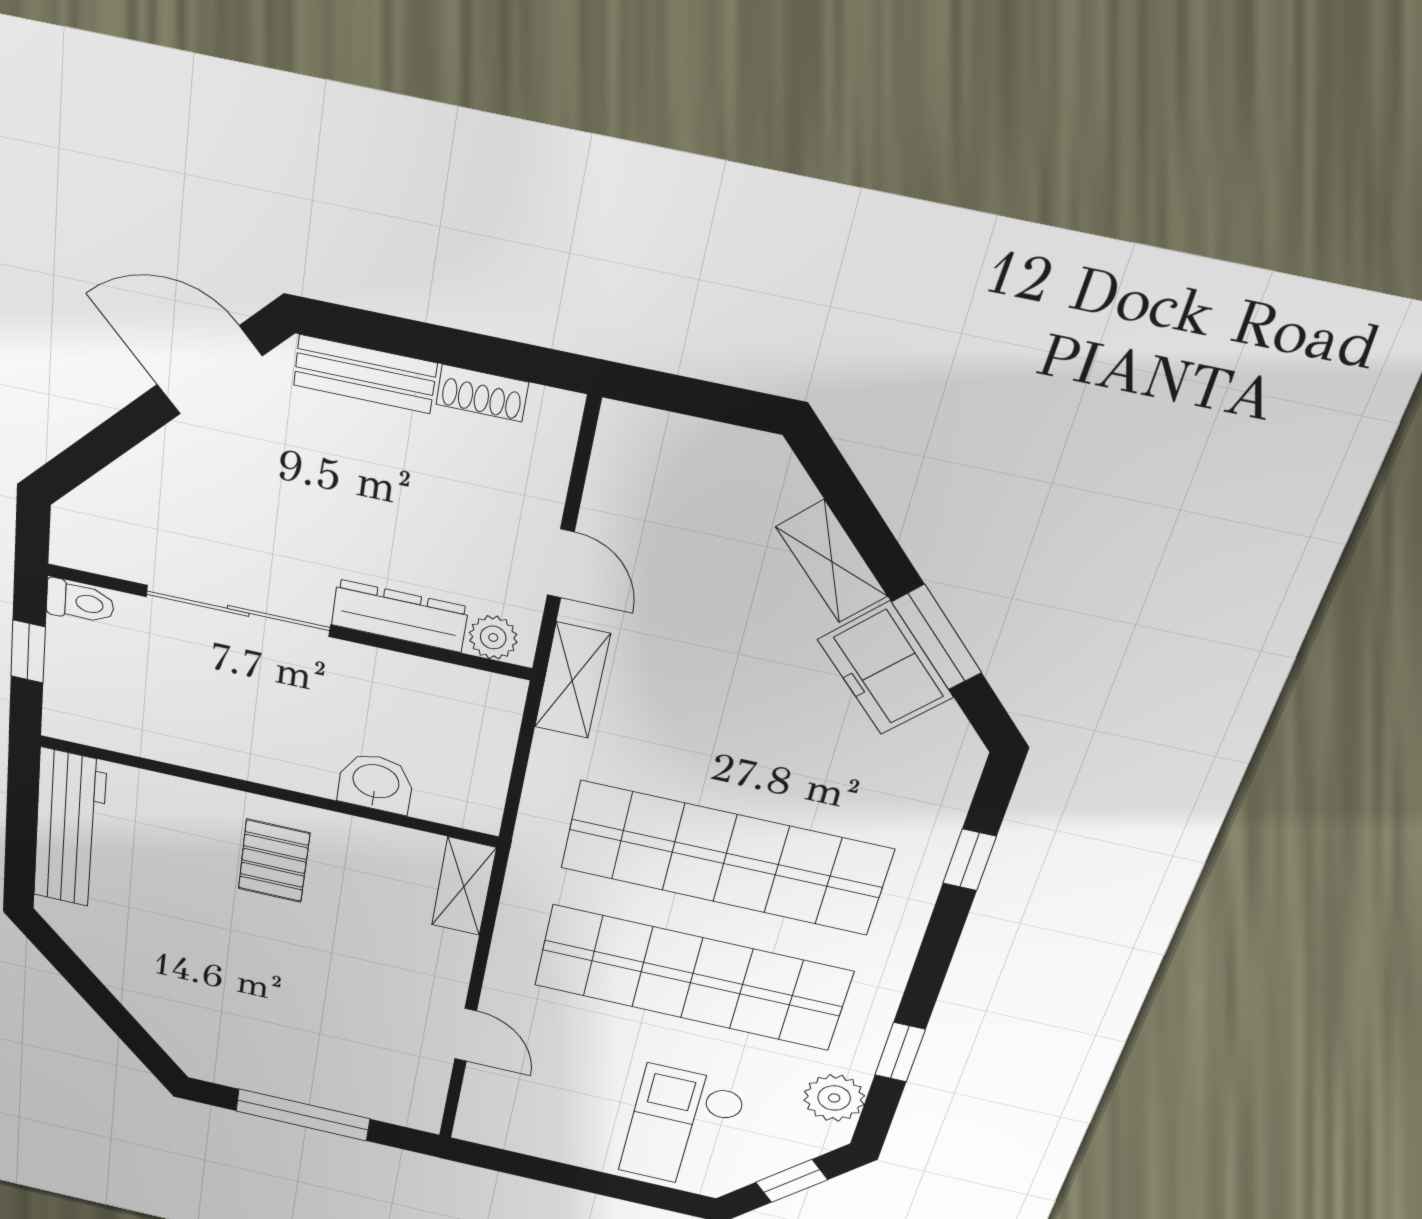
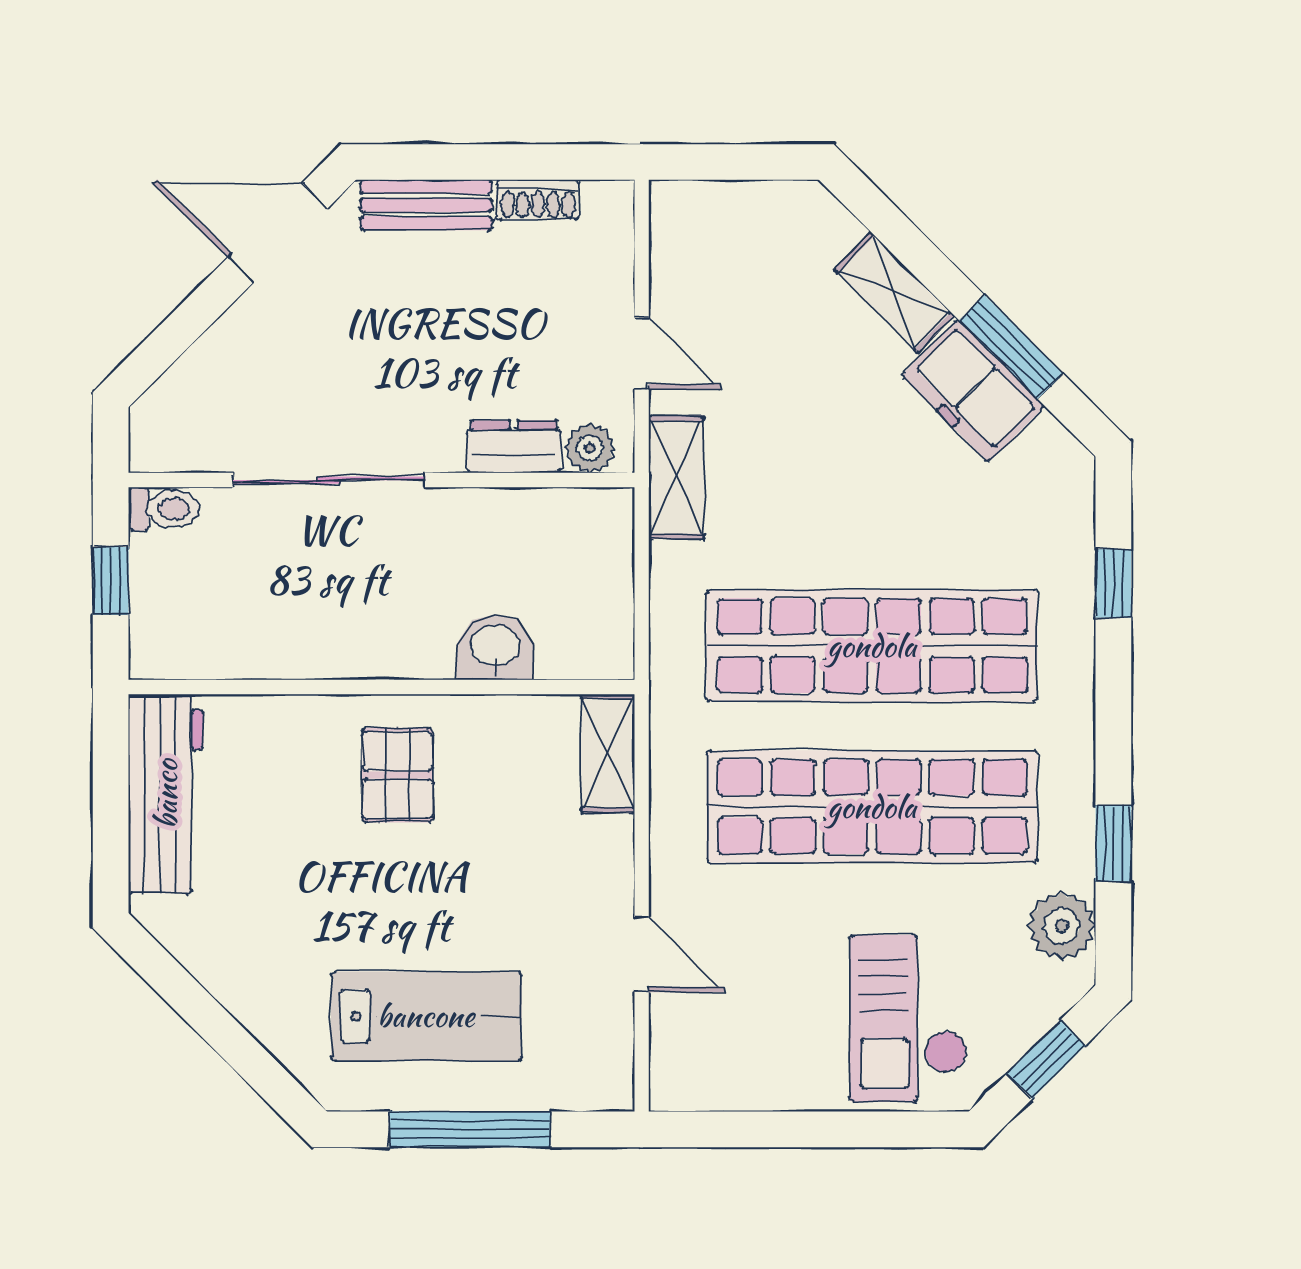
dresser: (400, 616) -> (514, 447), width x0.70
lab bench: (277, 1035) -> (426, 1016), added

